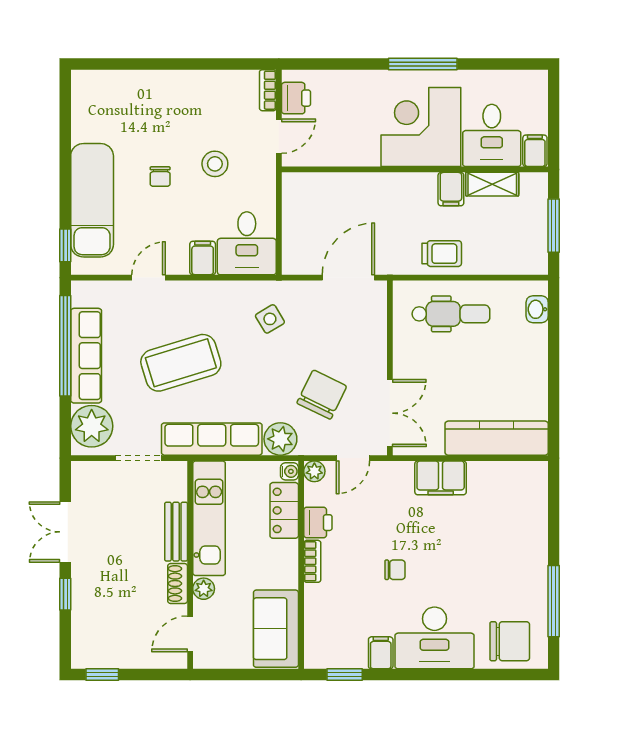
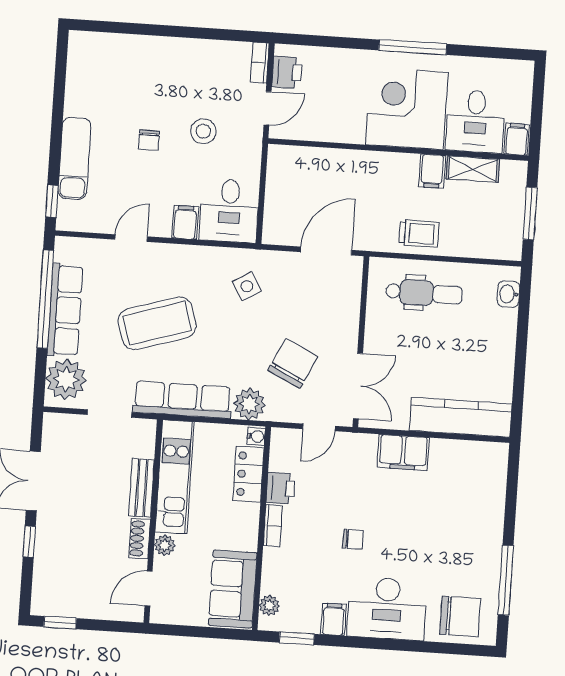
exam couch: (92, 200) -> (74, 158), width x0.73, depth x0.69
plant: (314, 471) -> (269, 605), moved

